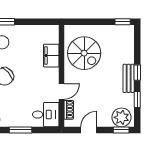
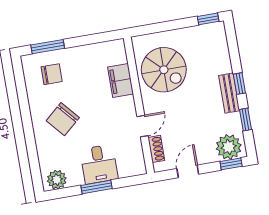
desk: (46, 115) -> (99, 164), moved, turned 90

